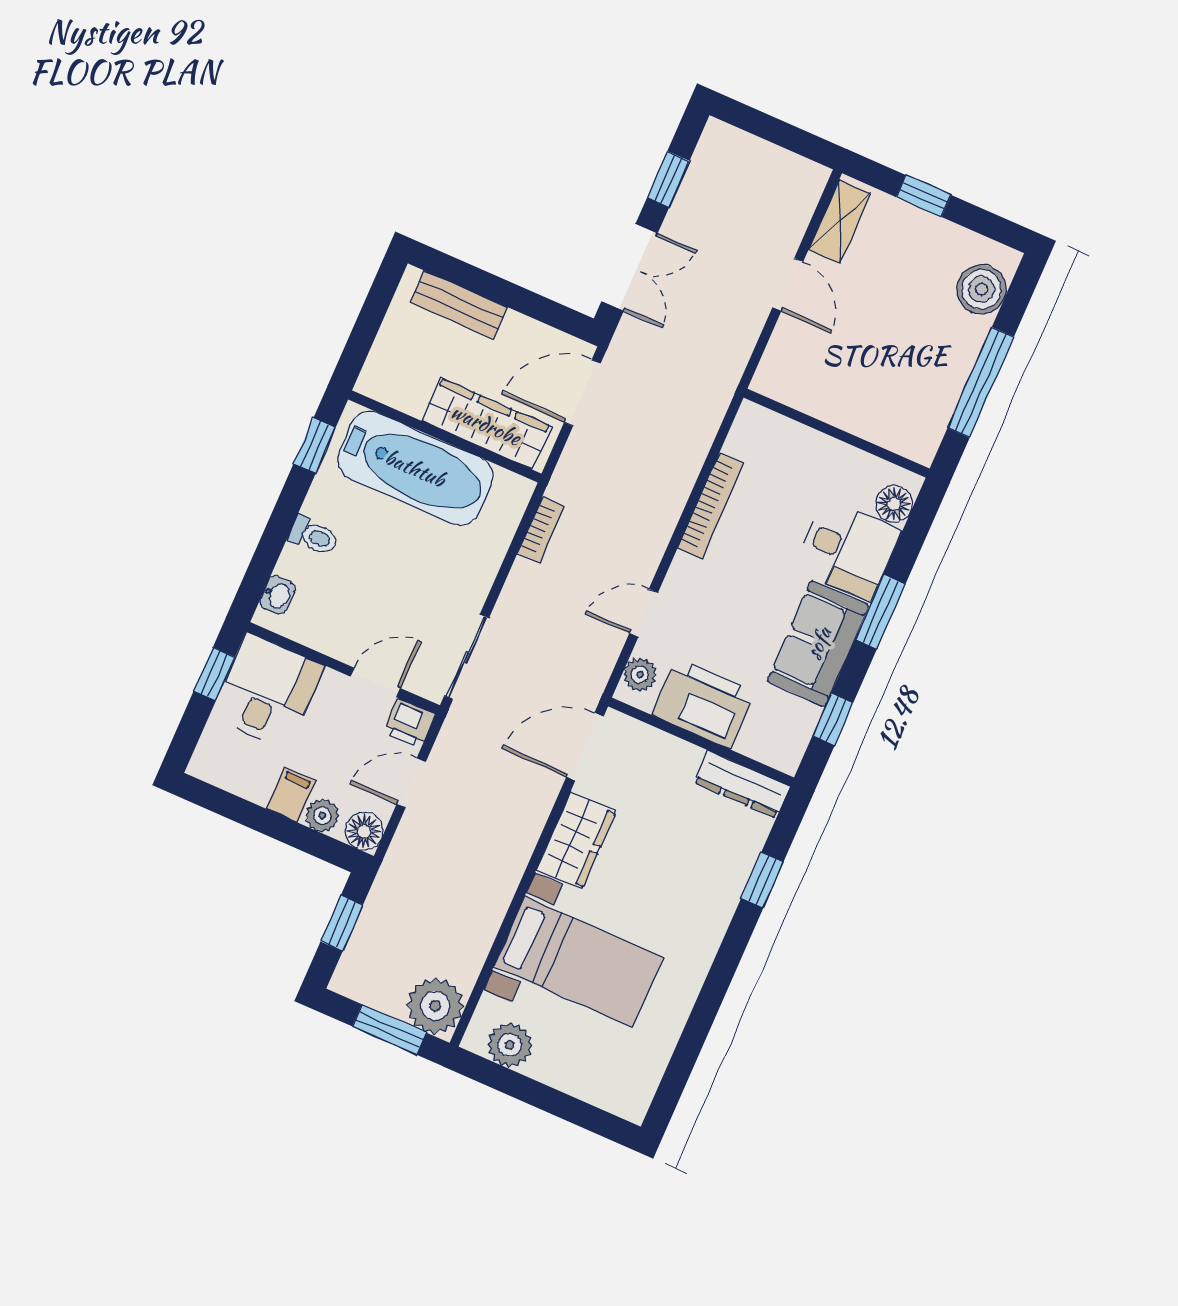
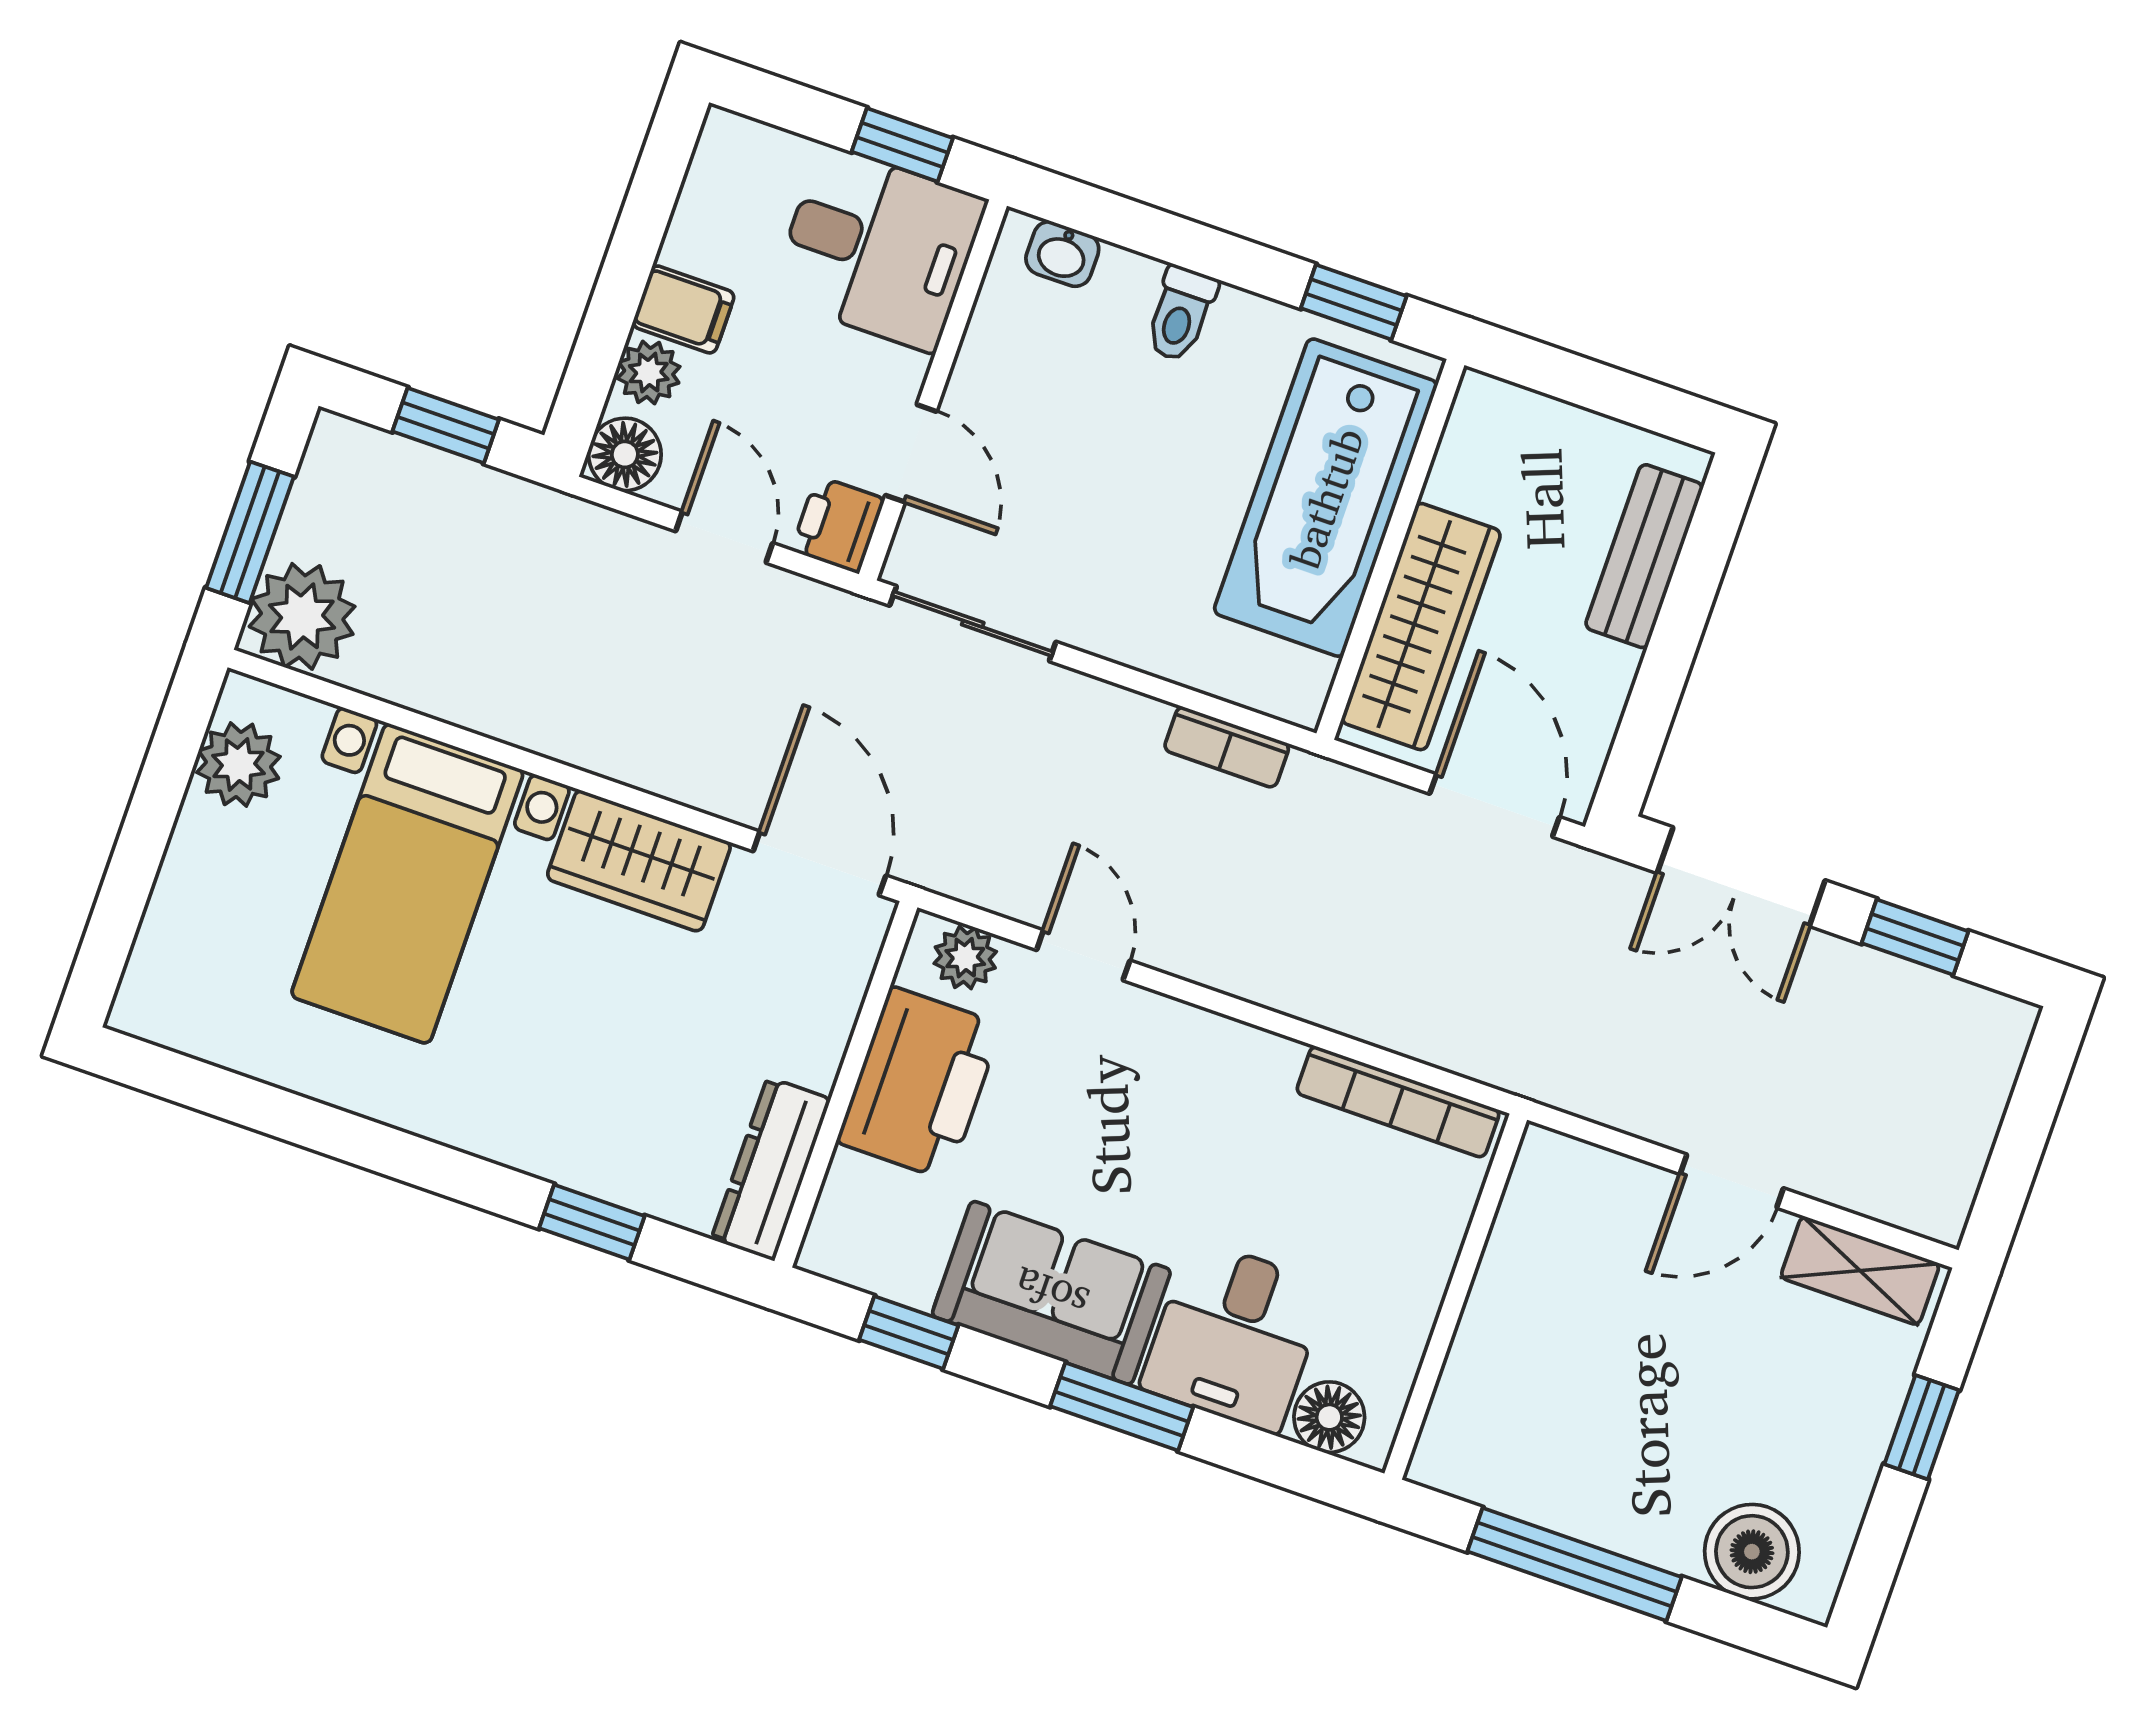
bookcase: (711, 506) -> (1398, 1102), moved

